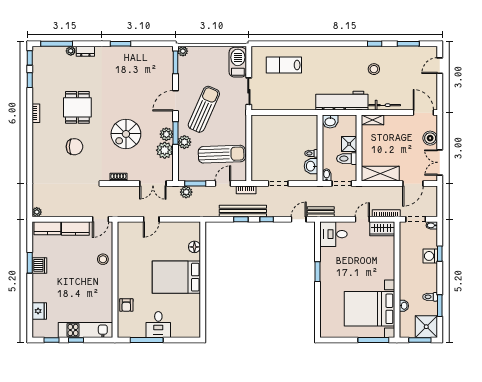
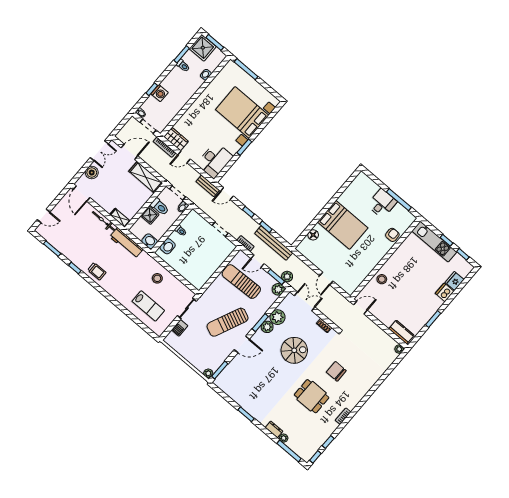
trolley: (353, 57) -> (97, 271), added
barbecue: (238, 62) -> (180, 328), width x0.53, depth x0.65
stool: (374, 69) -> (157, 278), moved
workbench: (342, 101) -> (126, 243), width x0.73, depth x0.76
dining table: (77, 107) -> (312, 396), turned 90
plant: (184, 142) -> (278, 289), moved
washbasin: (311, 166) -> (168, 246), moved
bench: (243, 211) -> (274, 243), moved
door: (151, 219) -> (326, 278), swing flipped
kitchen counter: (75, 228) -> (383, 316), removed
desk: (333, 234) -> (215, 160), width x1.37
dishwasher: (39, 265) -> (445, 292), moved
bed with nightstands: (370, 309) -> (242, 112), moved, turned 180

